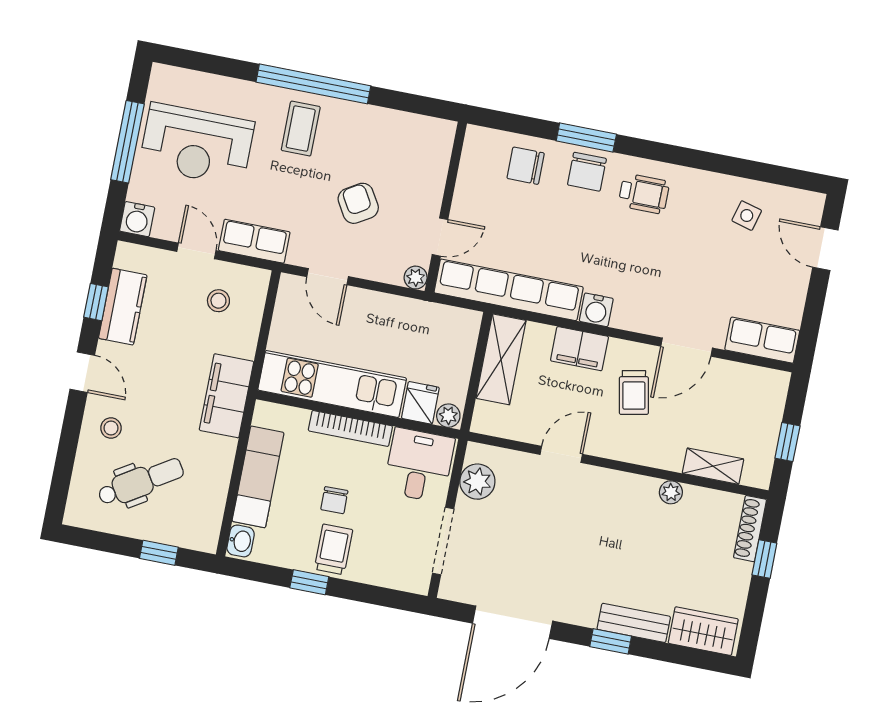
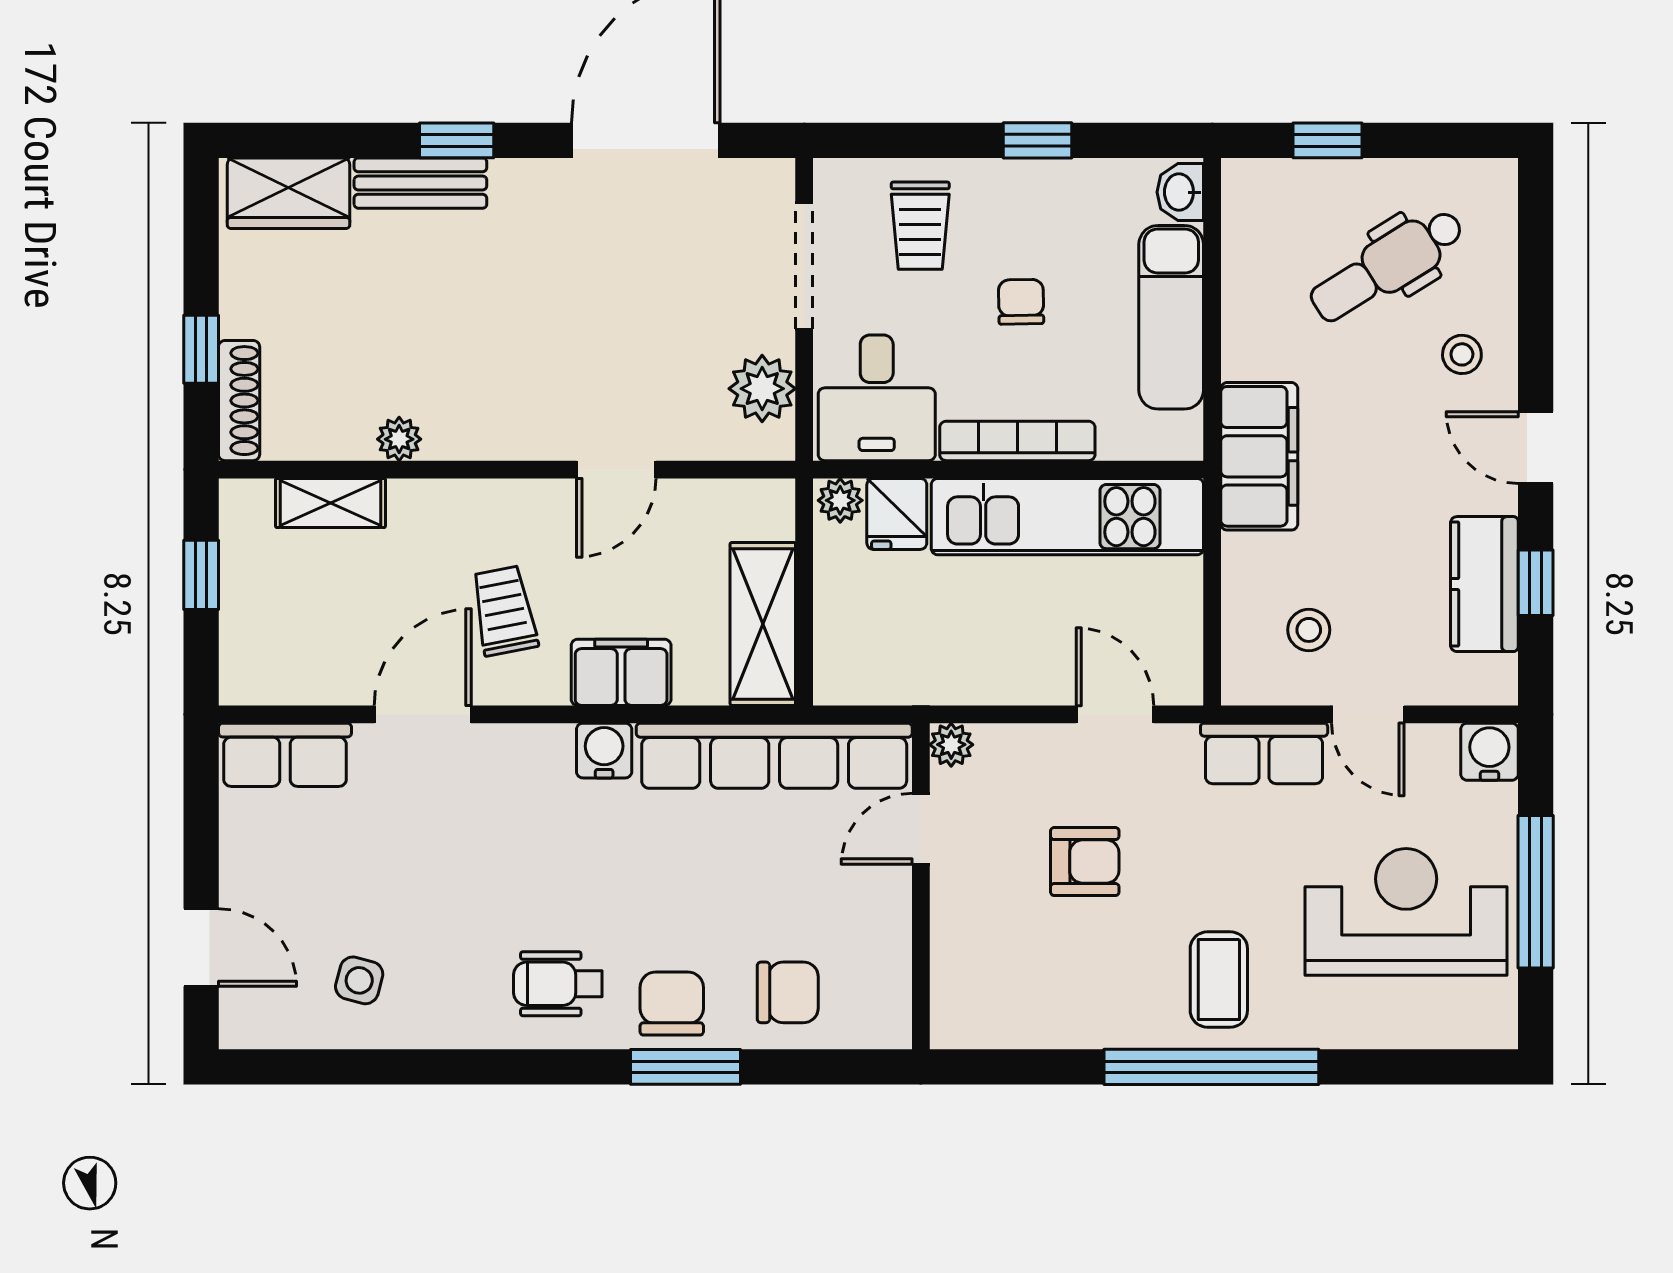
armchair: (358, 203) -> (1085, 862), turned -59
trolley: (333, 549) -> (920, 226), moved

